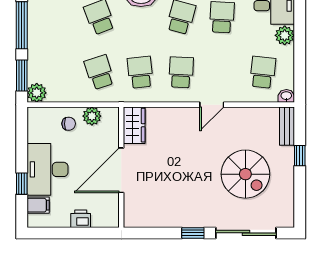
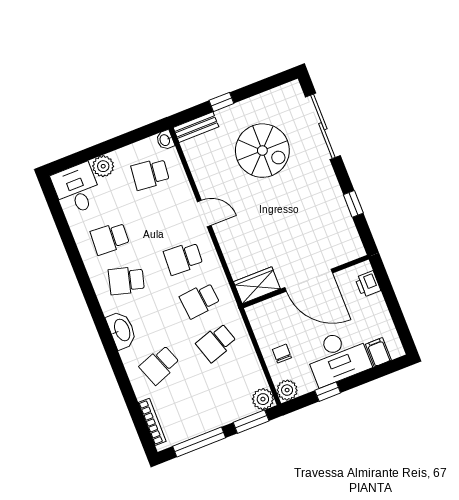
plant: (92, 116) -> (287, 390), moved
spiral stairs: (245, 174) -> (262, 151), turned 90
window: (22, 184) -> (328, 392), moved
printer: (81, 219) -> (368, 284), moved
window: (193, 233) -> (353, 204), moved

